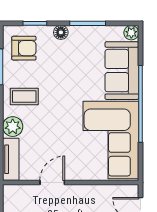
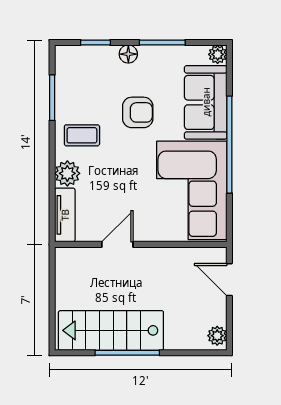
armchair: (24, 48) -> (138, 112), moved

